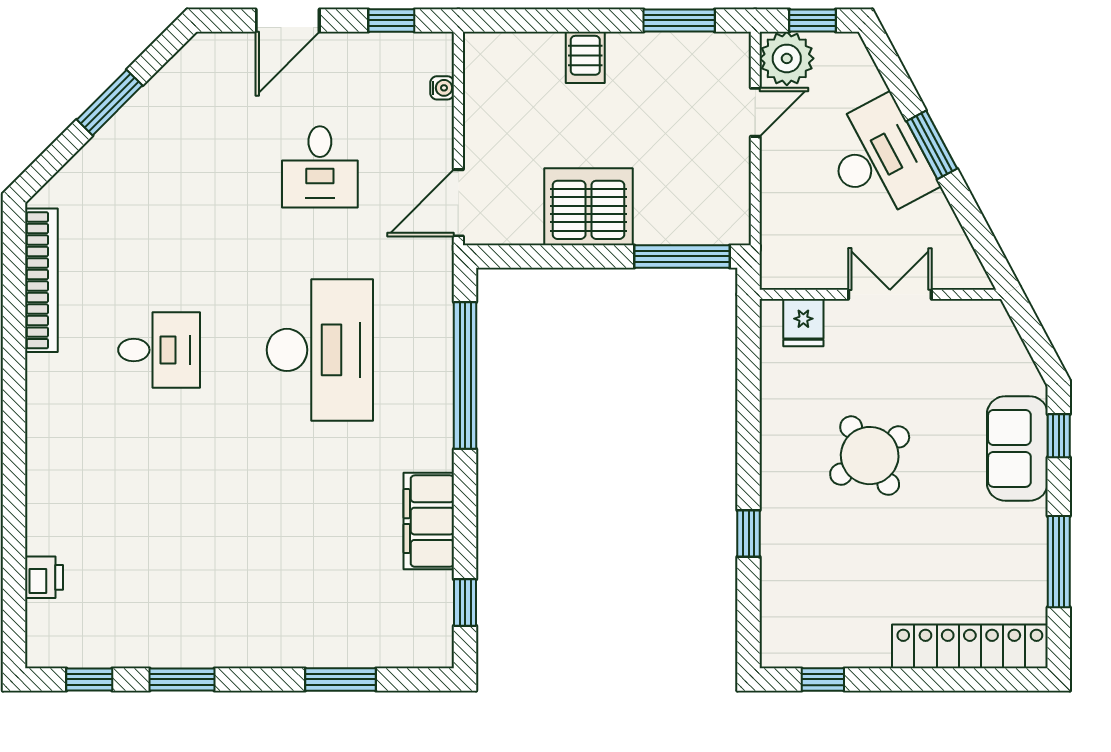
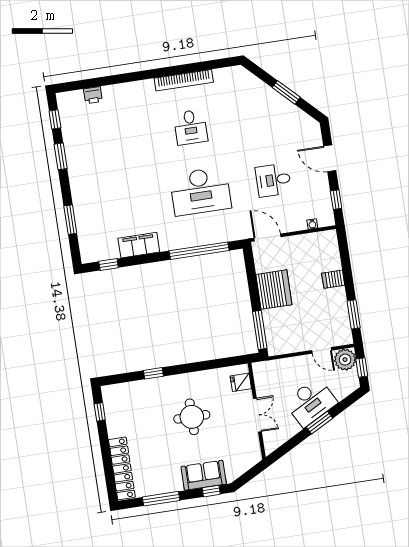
bookcase: (41, 280) -> (184, 80), moved
round table: (870, 456) -> (192, 417), turned 33

